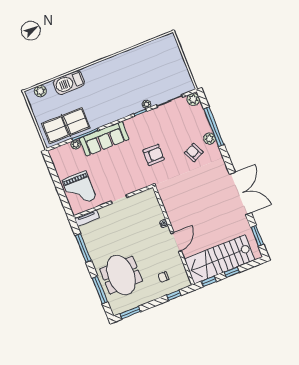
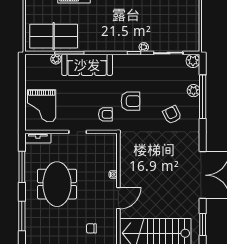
plant: (209, 139) -> (194, 91), moved
armchair: (137, 175) -> (105, 114), added
meeting table: (121, 275) -> (57, 184), moved

